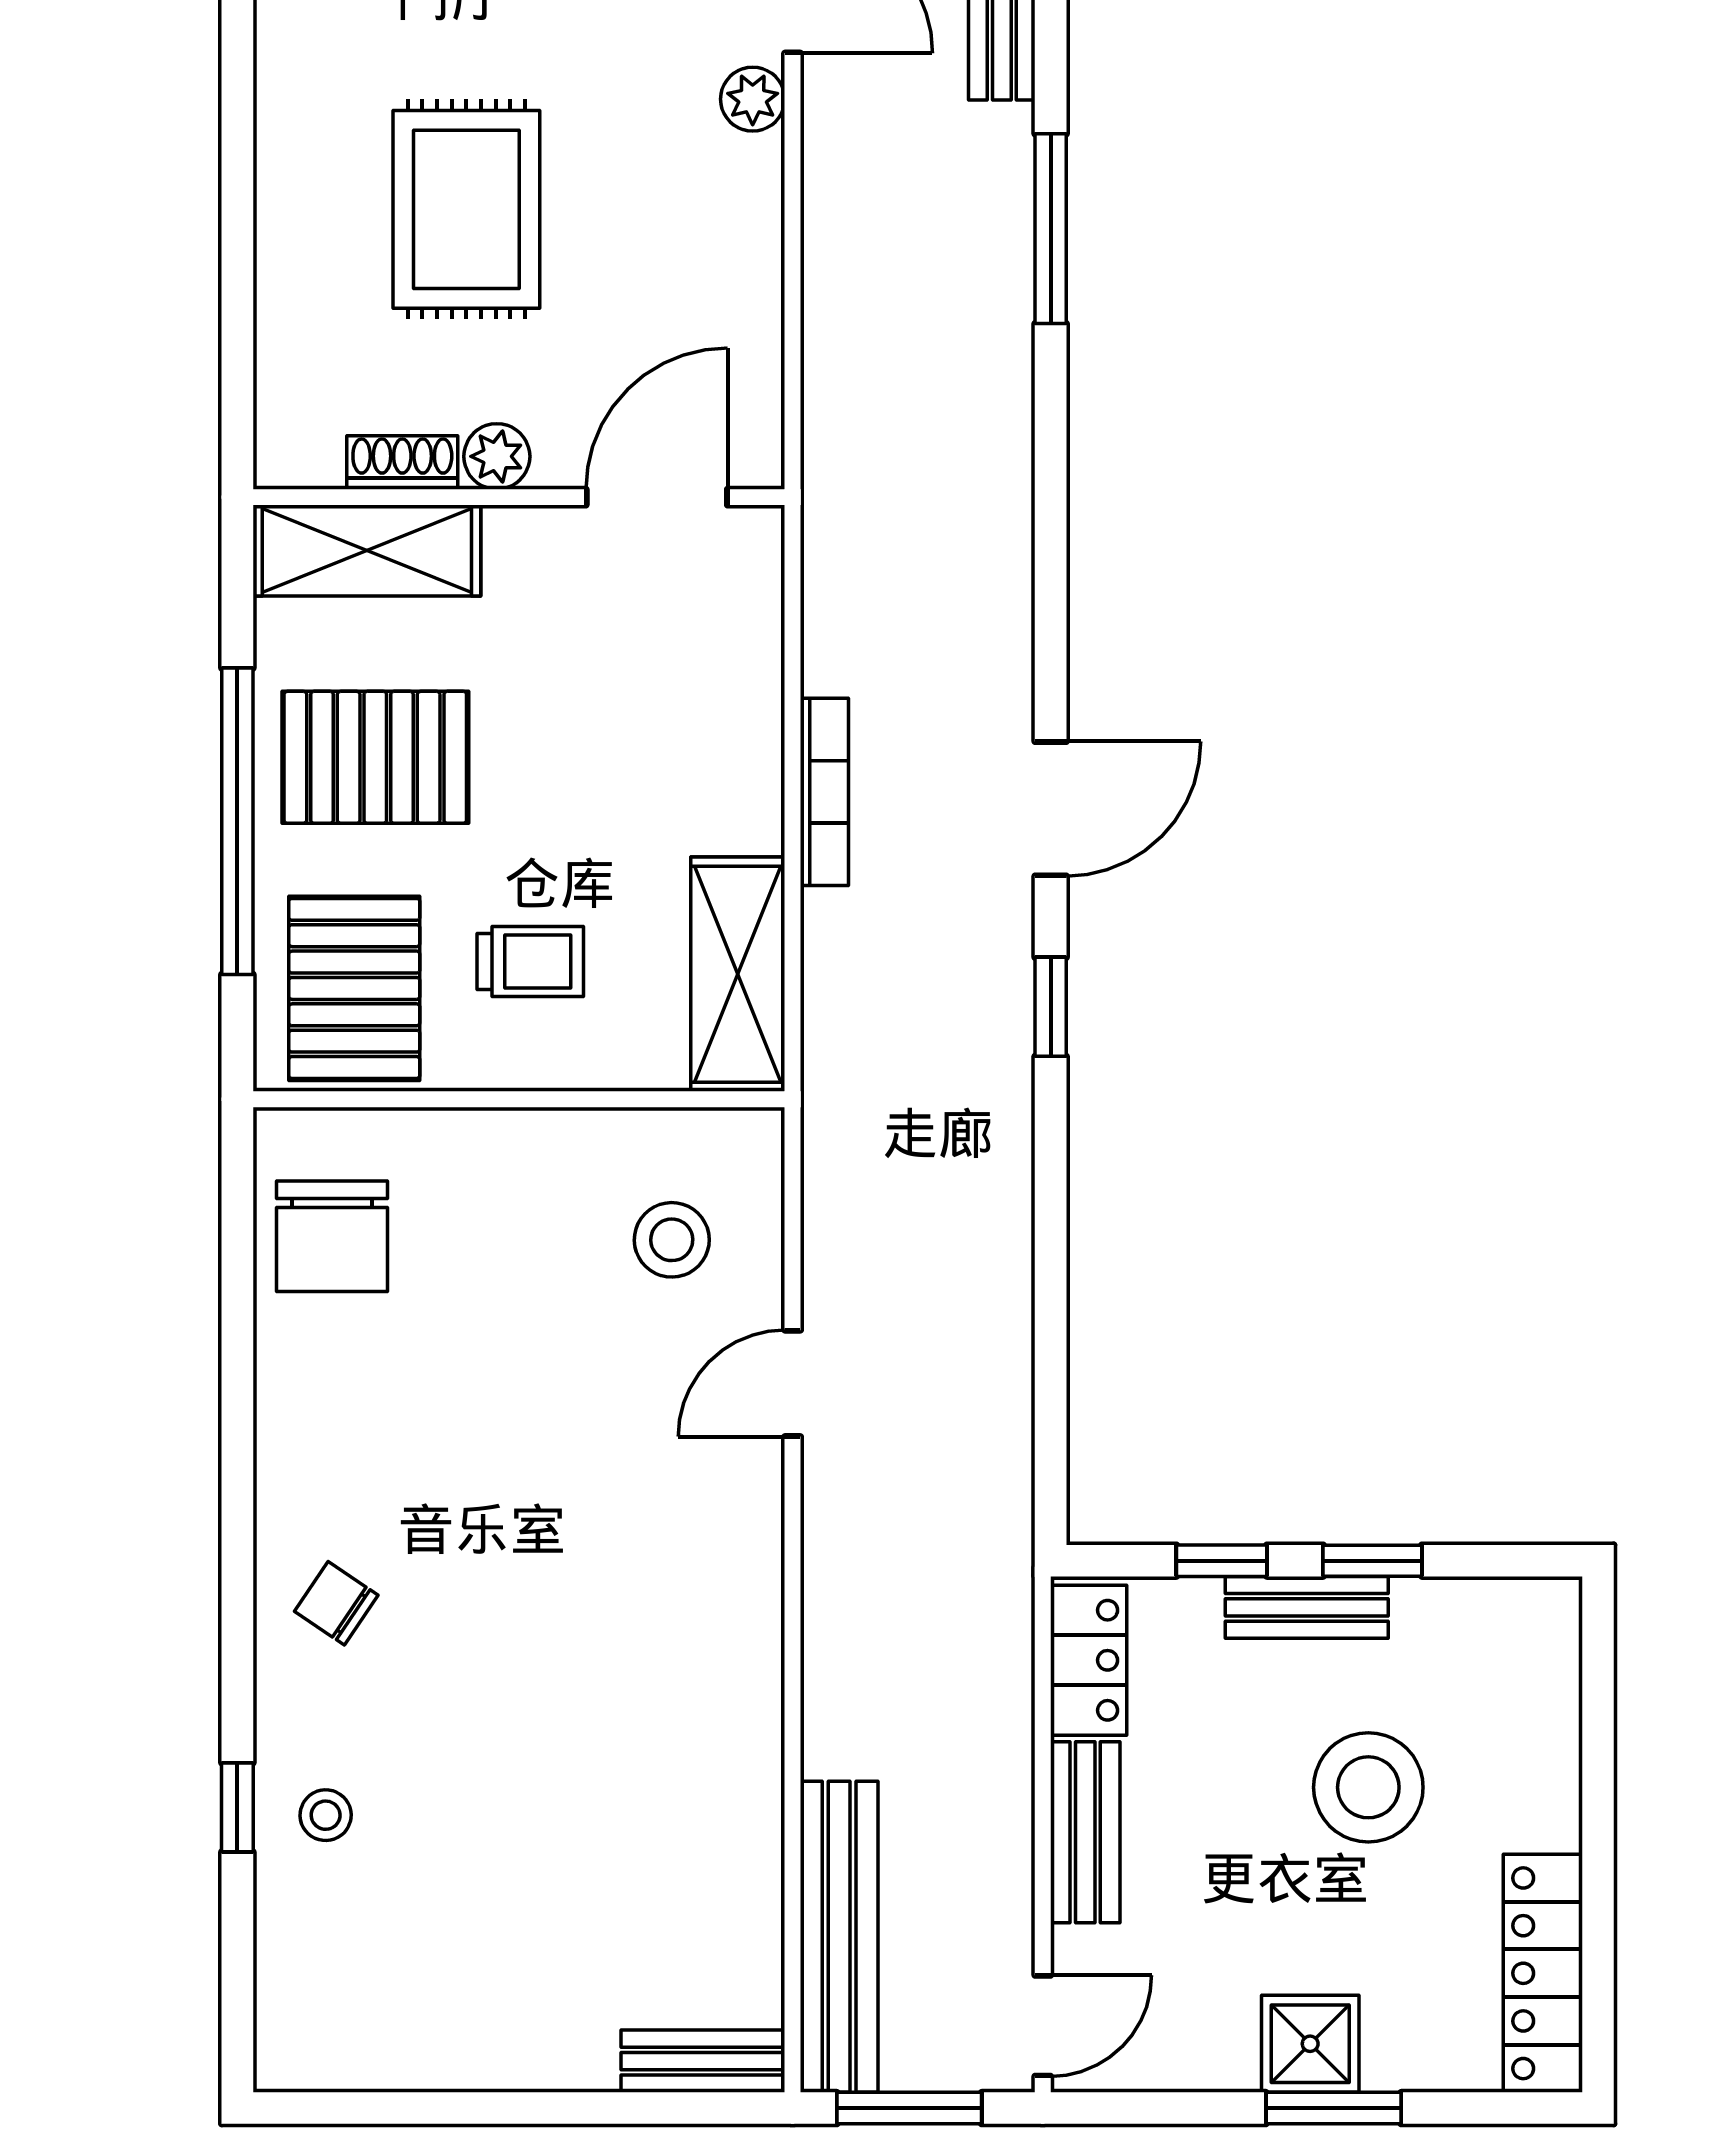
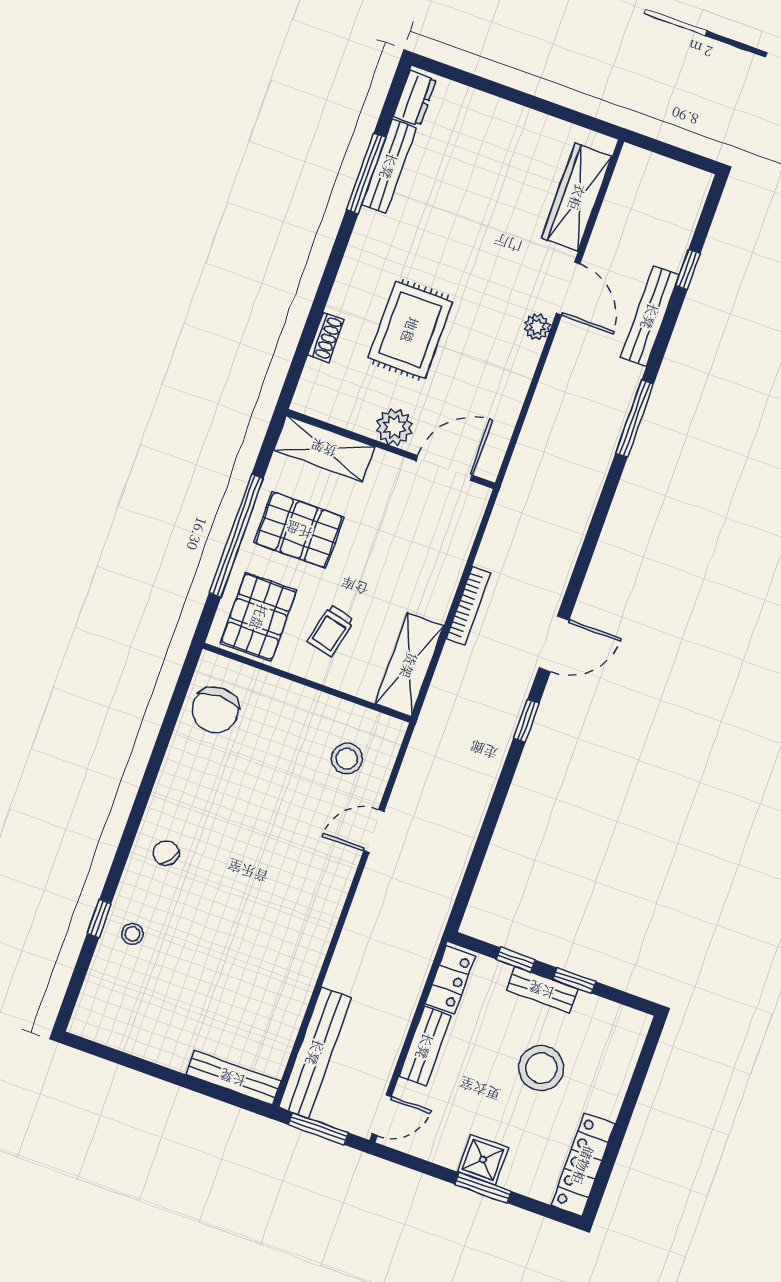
plant: (497, 456) -> (394, 427), width x1.38, depth x1.38
shoe rack: (402, 462) -> (326, 337), moved, turned 90
trolley: (530, 961) -> (331, 631), turned 103
bench: (703, 2061) -> (233, 1078), width x1.36

